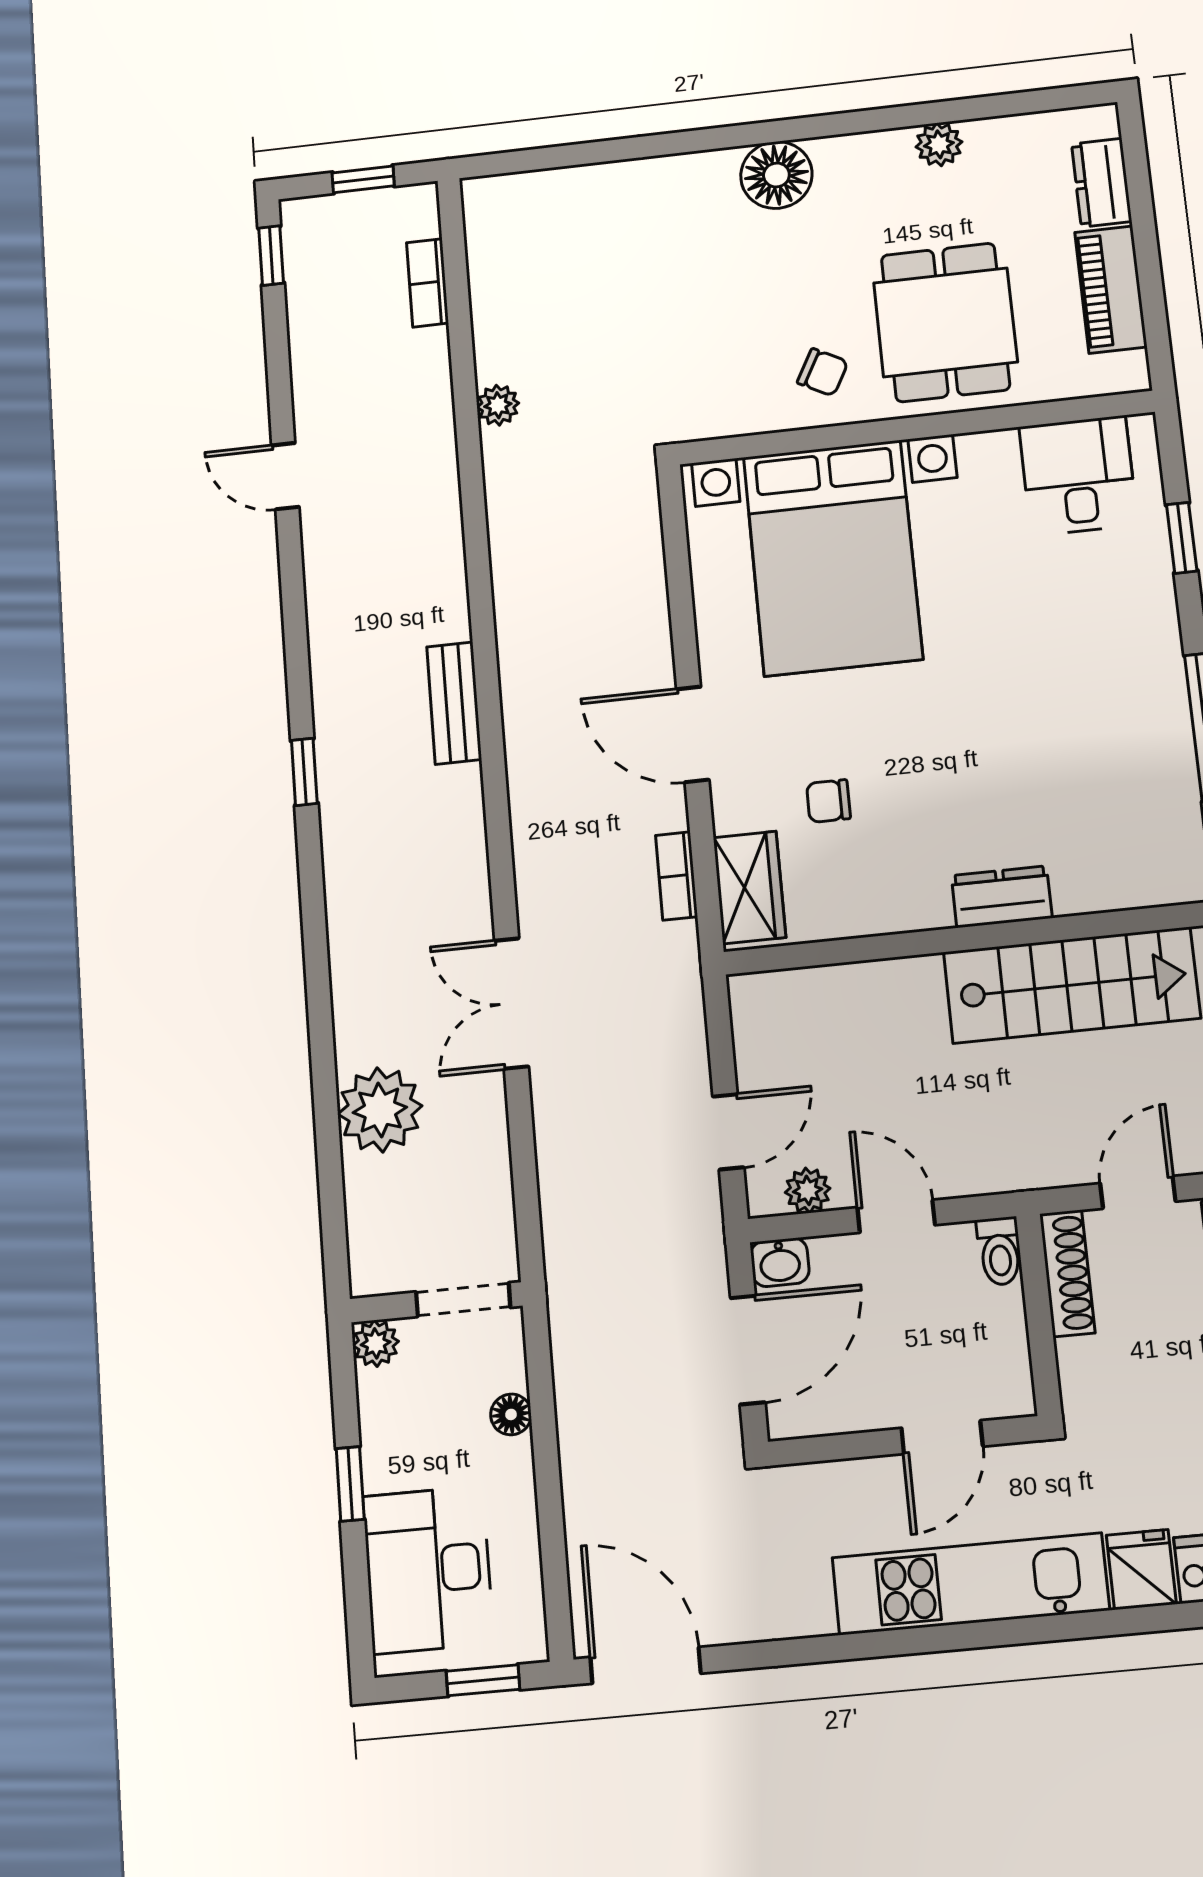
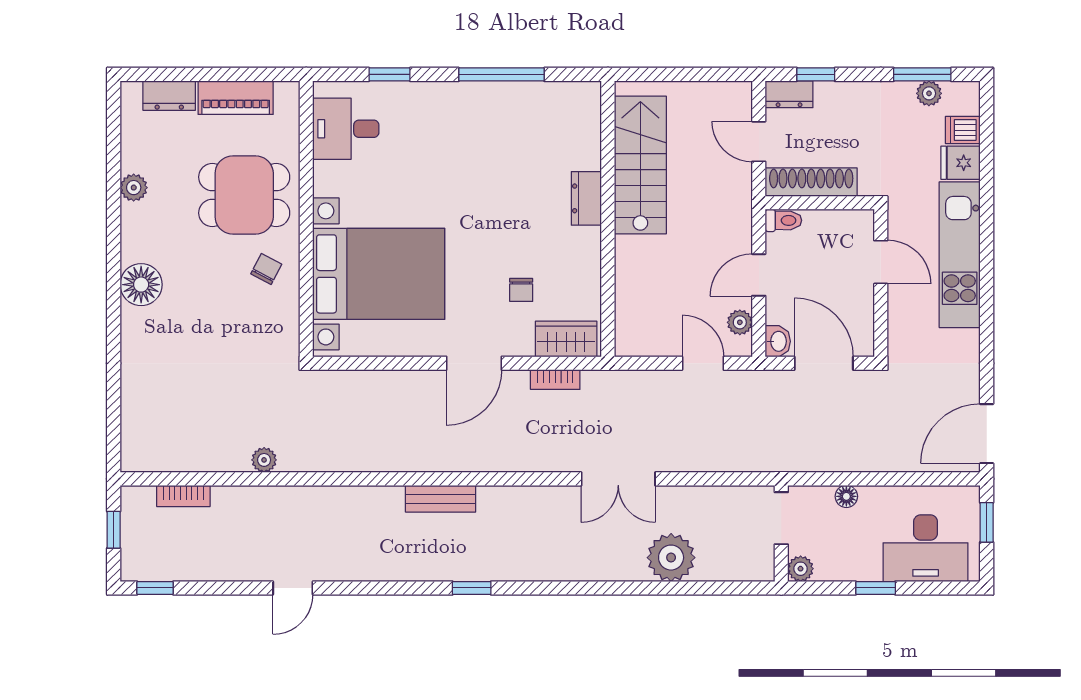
shoe rack: (1067, 1273) -> (811, 182), width x1.36, depth x1.24

